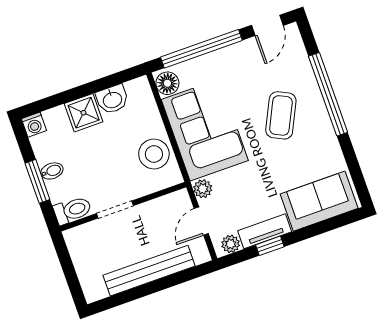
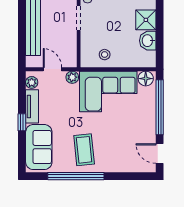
window: (328, 94) -> (76, 176), moved
coffee table: (281, 115) -> (84, 150), moved, turned 58
stool: (154, 154) -> (105, 55), width x0.53, depth x0.53
window: (270, 246) -> (22, 122), moved

